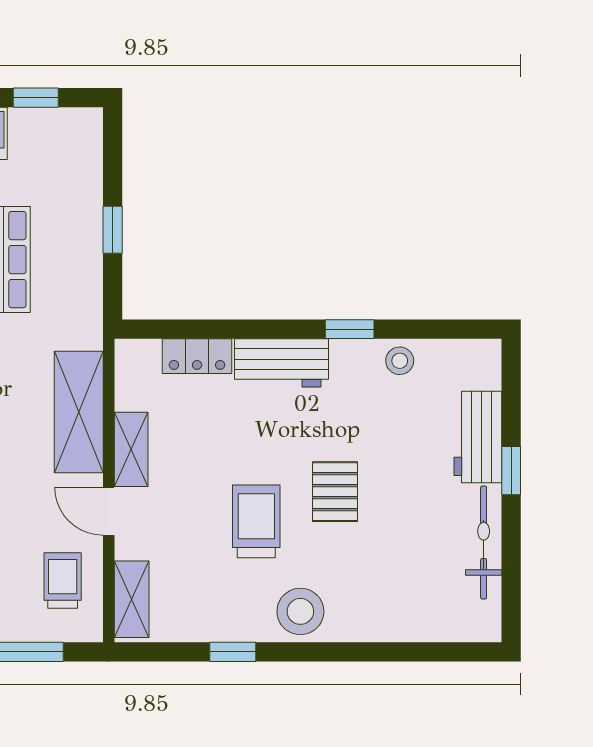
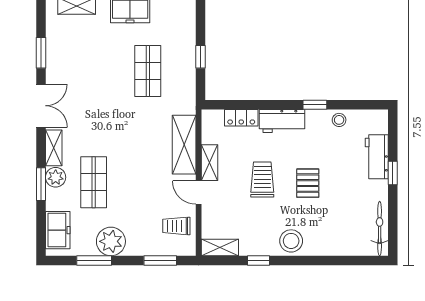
trolley: (256, 521) -> (262, 180), moved
bicycle: (484, 543) -> (380, 229), moved
trolley: (63, 580) -> (176, 226), turned -90
shelving: (132, 599) -> (220, 248), moved, turned 90

